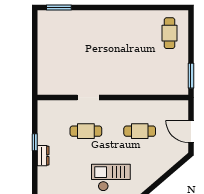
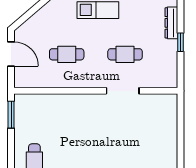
doorway: (88, 97) -> (123, 91), width x1.38
dresser: (43, 156) -> (171, 23), width x1.44

